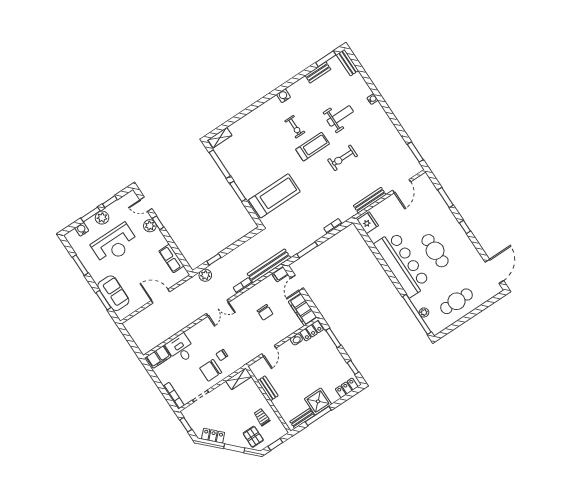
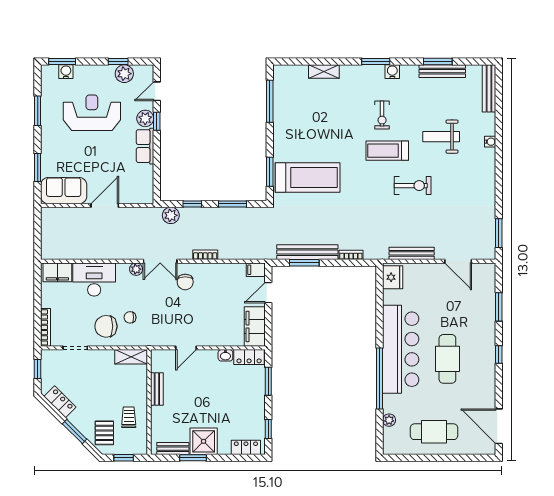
window: (326, 59) -> (438, 62), moved
bench: (347, 63) -> (489, 88), width x1.36
bench: (318, 72) -> (442, 71), width x1.36
window: (269, 96) -> (376, 62), added
weight bench: (340, 116) -> (441, 137), turned 180
shelving: (220, 138) -> (324, 72), moved
treadmill: (313, 147) -> (387, 151), turned 180
exercise bike: (343, 158) -> (413, 186), turned 180
door: (402, 186) -> (458, 261), hinge flipped
window: (238, 191) -> (270, 172), moved
door: (146, 204) -> (157, 91), hinge flipped
window: (90, 214) -> (62, 62), moved
plant: (102, 218) -> (124, 74), moved
window: (239, 243) -> (232, 204), added
reception desk: (115, 244) -> (92, 113), turned 180
row of seats: (171, 258) -> (145, 146), moved
bench: (269, 266) -> (307, 252), moved
door: (494, 271) -> (499, 426), swing flipped
sofa: (113, 293) -> (64, 191), moved, turned -90
door: (160, 296) -> (105, 206), hinge flipped
chair: (265, 312) -> (185, 282), moved
window: (417, 314) -> (380, 379), moved
plant: (206, 323) -> (136, 269), added
desk: (181, 349) -> (94, 280), width x1.37
window: (318, 416) -> (193, 458), width x0.69

